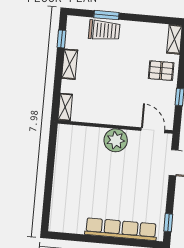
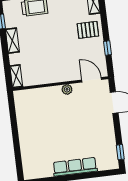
plant: (116, 140) -> (67, 89), width x0.53, depth x0.53
row of seats: (121, 229) -> (75, 167), width x0.73

